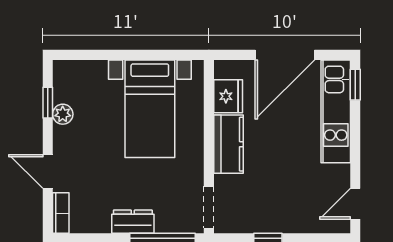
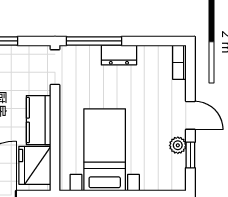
fridge: (228, 96) -> (35, 165), width x1.36, depth x1.34
door: (48, 172) -> (190, 115), moved

